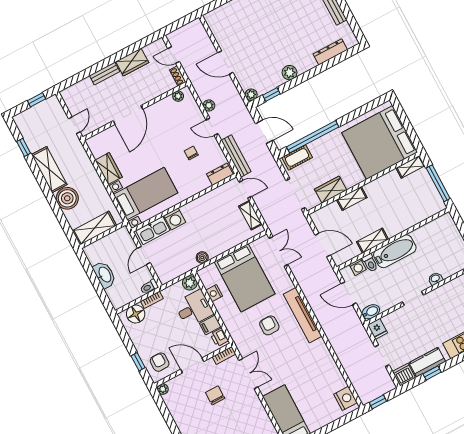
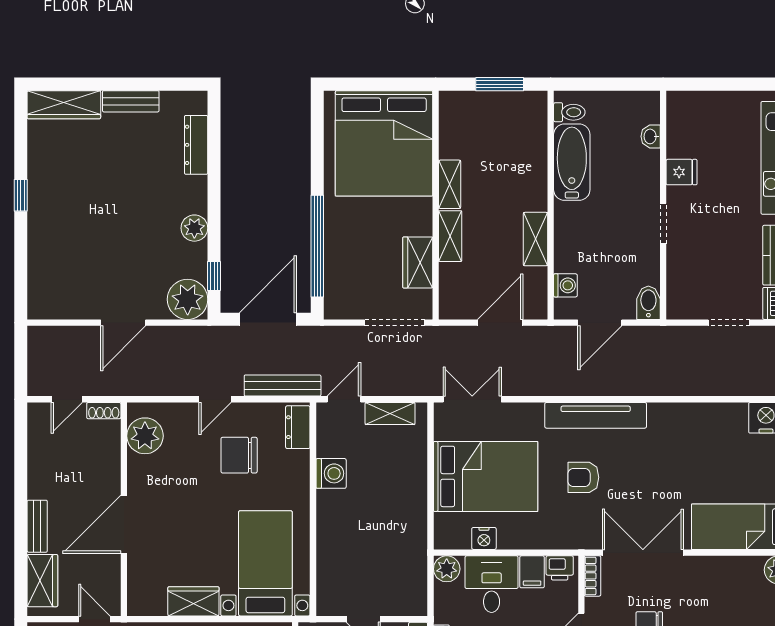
wardrobe: (132, 62) -> (42, 581), moved
plant: (251, 95) -> (188, 299), width x1.87, depth x1.87
plant: (178, 96) -> (145, 436), width x1.88, depth x1.88
plant: (209, 105) -> (178, 386), removed
door: (128, 115) -> (124, 524), swing flipped
door: (264, 132) -> (268, 319), width x1.36
chair: (191, 153) -> (239, 455), width x1.87, depth x1.87
cot: (297, 157) -> (337, 289), removed
shelving: (410, 167) -> (450, 184), moved
window: (438, 183) -> (500, 84), width x0.69
washing machine: (175, 219) -> (331, 473), moved
kitchen sink: (153, 230) -> (331, 583), removed
bathtub: (395, 251) -> (572, 162), moved
boiler: (202, 258) -> (417, 527), removed
toilet: (370, 263) -> (569, 112), moved
washbasin: (435, 279) -> (651, 136), moved
fridge: (377, 329) -> (682, 172), moved
double door: (248, 374) -> (643, 553), width x1.37

